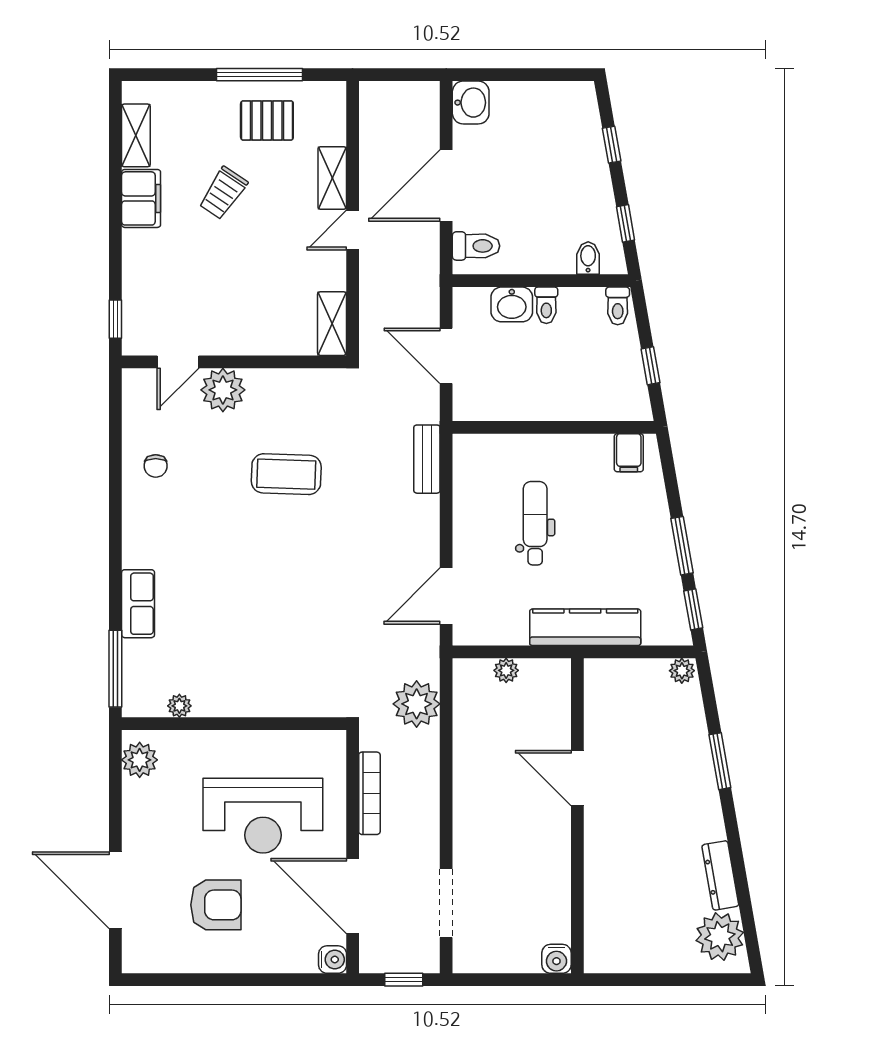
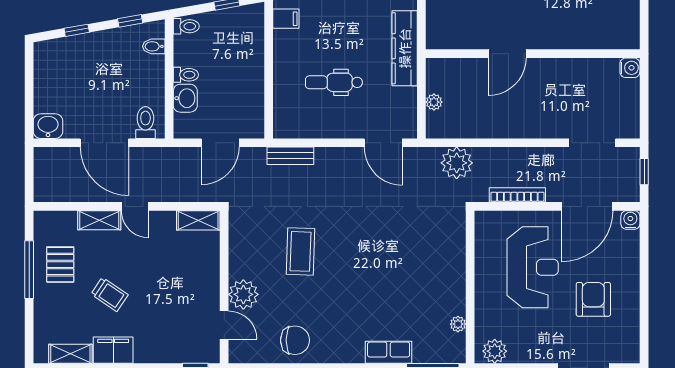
chair: (156, 466) -> (295, 340), width x1.87, depth x1.87

